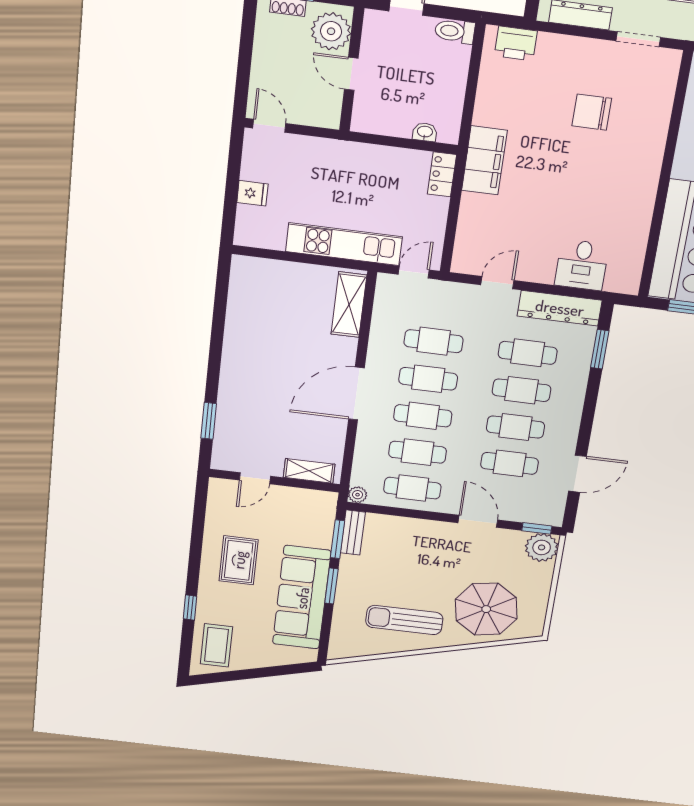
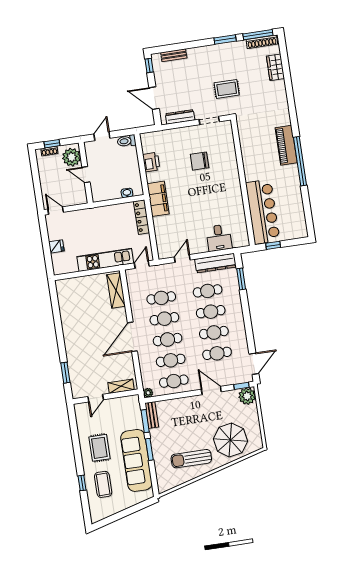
printer: (516, 43) -> (151, 162), moved, turned -90
locker: (442, 174) -> (142, 217), width x1.53
door: (577, 474) -> (254, 364), moved
coffee table: (216, 645) -> (103, 484), moved

